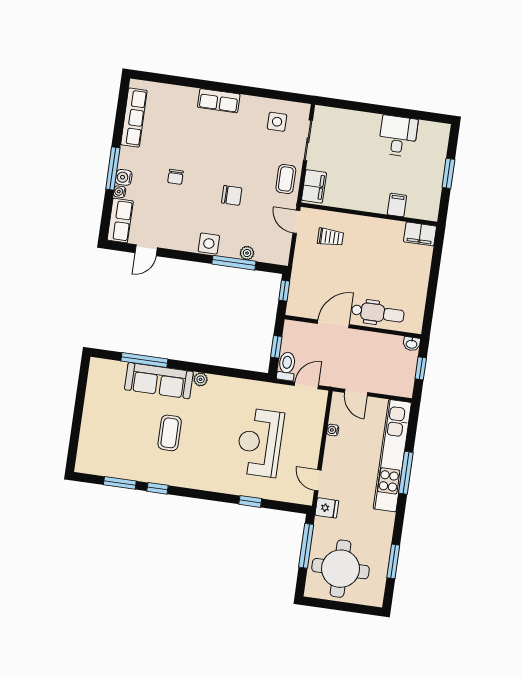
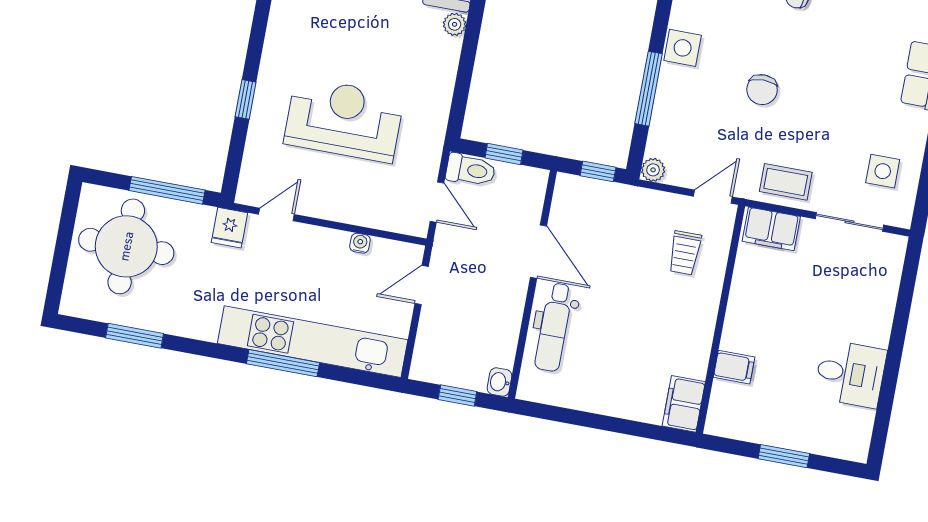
plant: (247, 253) -> (653, 170), moved

